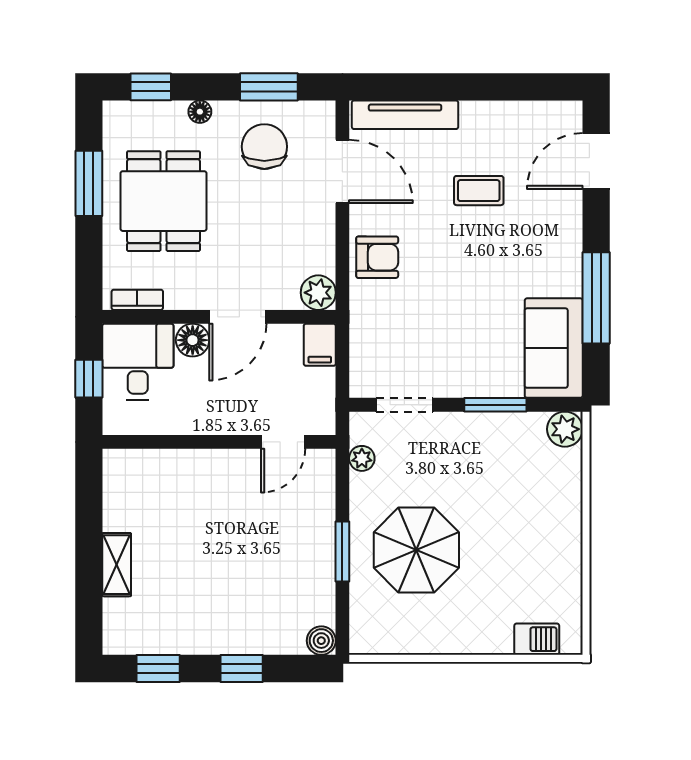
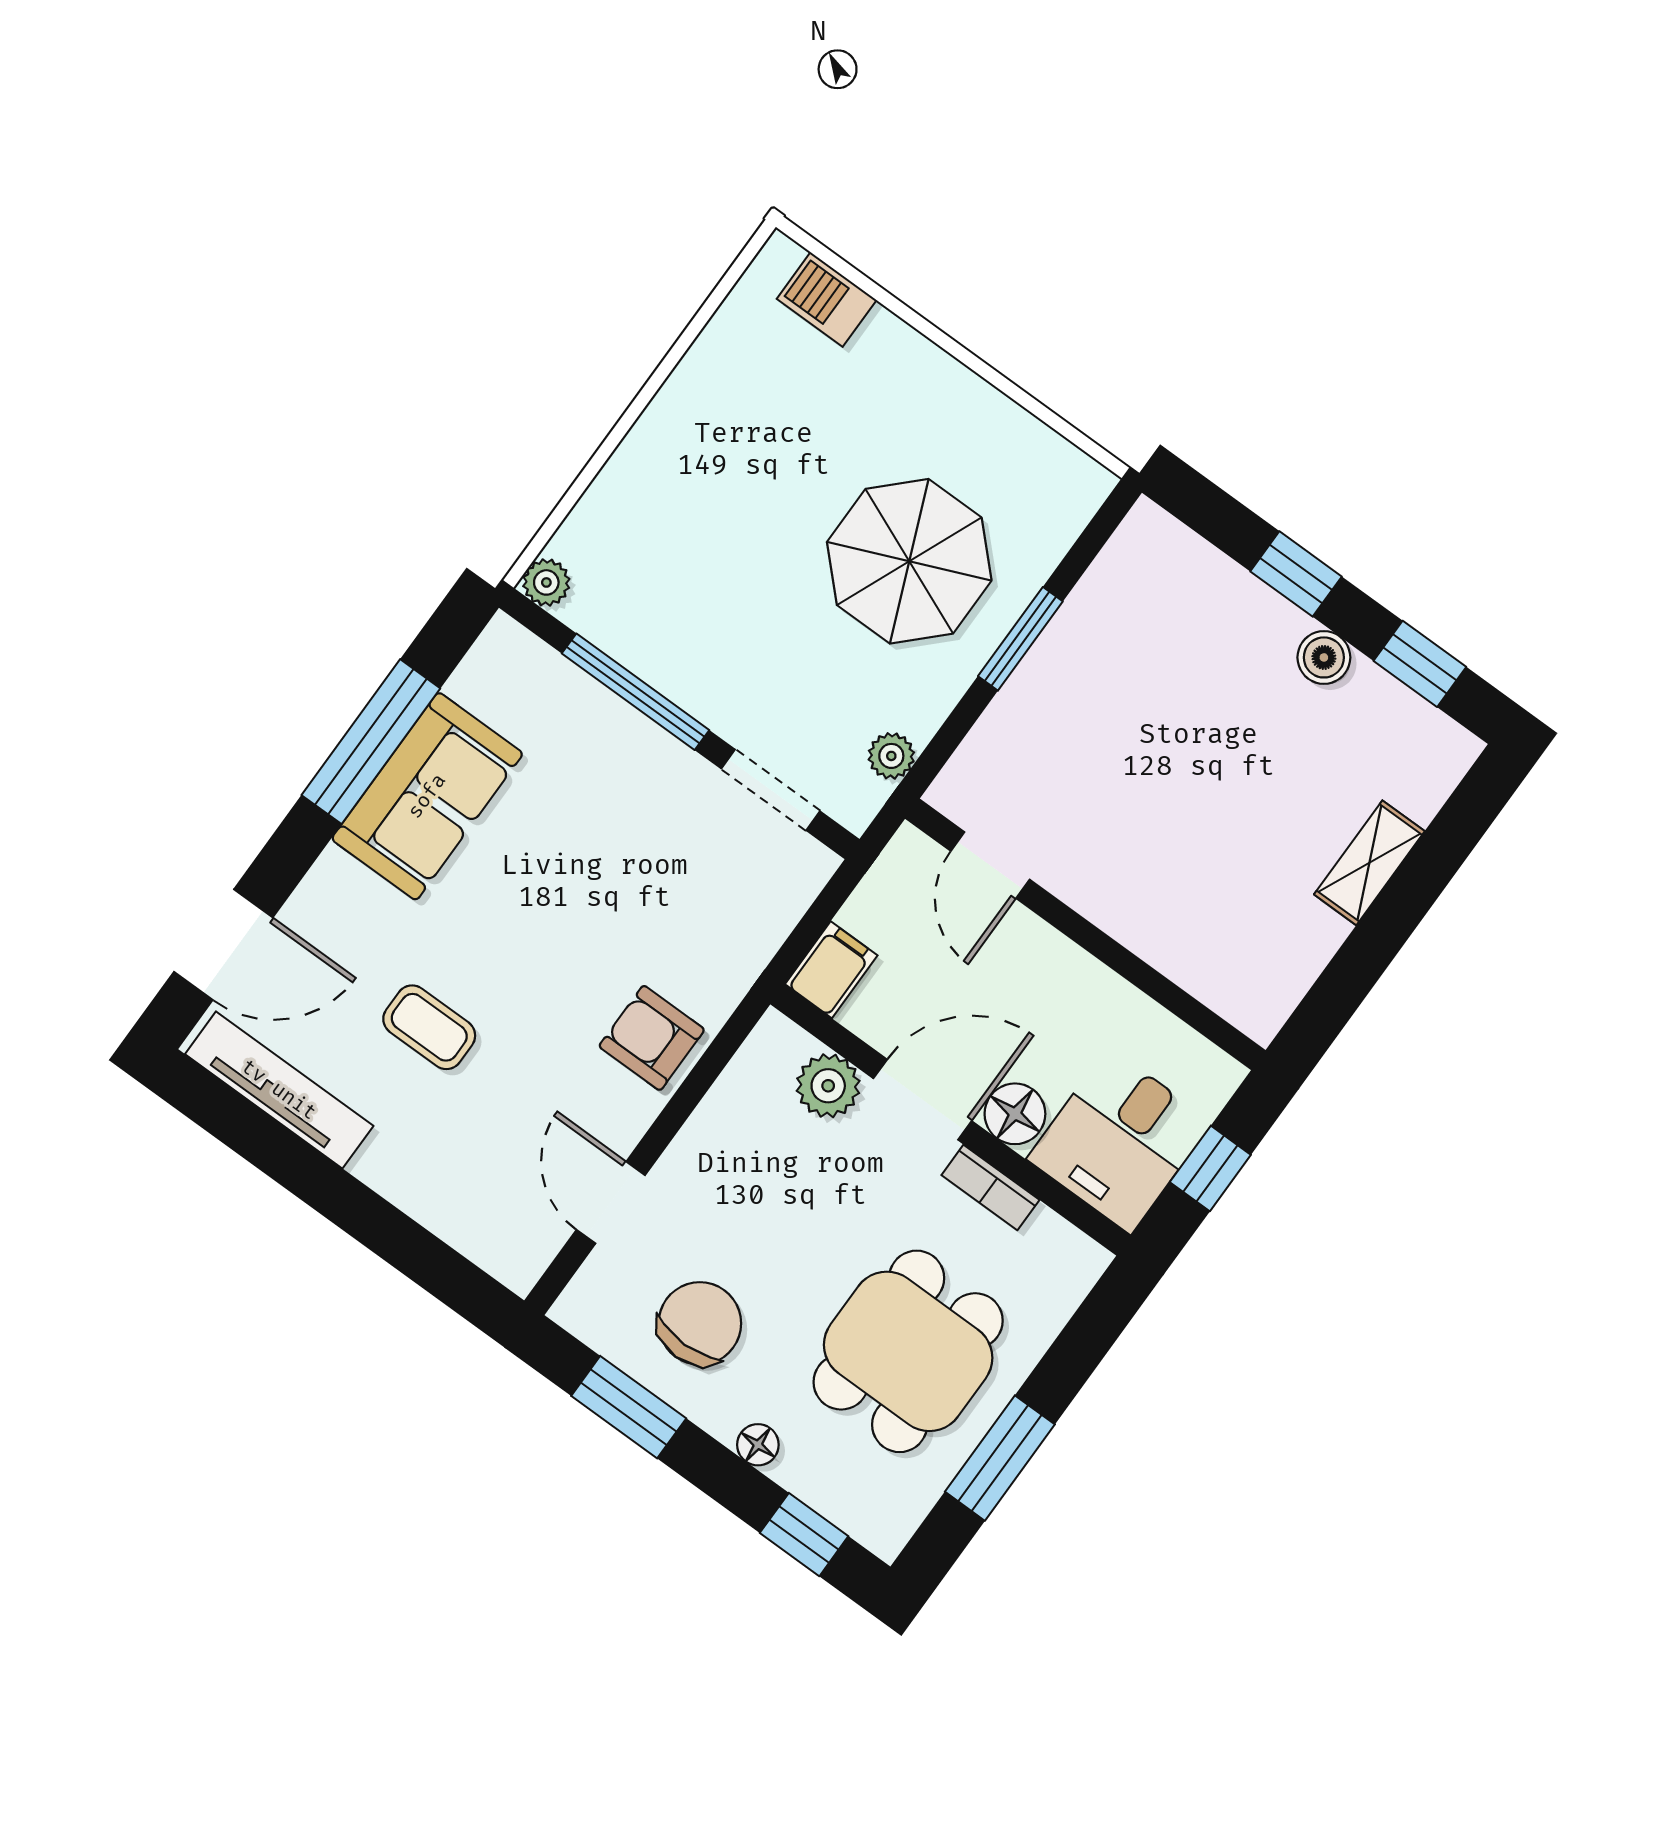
tv unit: (405, 115) -> (279, 1090), moved
chair: (264, 147) -> (700, 1323), turned 180
door: (342, 171) -> (611, 1202), width x0.73
plant: (318, 293) -> (828, 1086), moved
bookcase: (137, 300) -> (990, 1187), moved
sofa: (554, 348) -> (427, 796), moved
window: (495, 405) -> (636, 692), width x1.44
plant: (565, 429) -> (546, 582), width x0.73, depth x0.73
door: (283, 442) -> (990, 865), swing flipped
boiler: (321, 641) -> (1324, 657), moved

